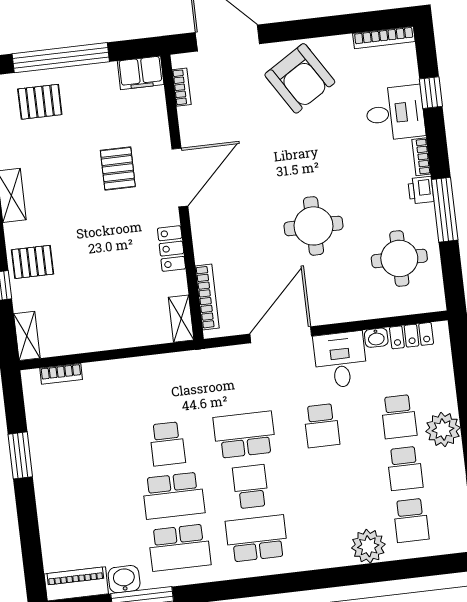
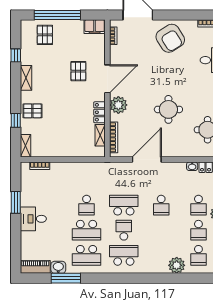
pallet: (40, 102) -> (45, 35), turned 90
plant: (209, 229) -> (118, 105), added
shelving: (181, 319) -> (100, 135), moved
desk: (340, 360) -> (33, 219), moved, turned -90

